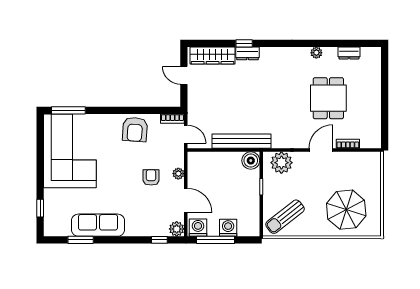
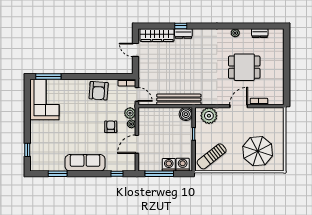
dining table: (328, 98) -> (244, 67), turned 90
corner sofa: (70, 151) -> (44, 99), width x0.73, depth x0.74
door: (186, 200) -> (137, 144), swing flipped
sofa: (98, 225) -> (85, 163), moved
washing machine: (198, 228) -> (183, 165), moved
plant: (177, 229) -> (130, 113), moved

